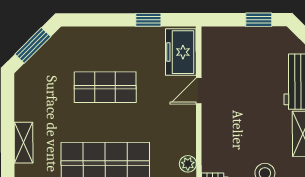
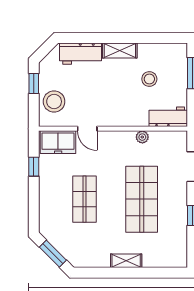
stool: (235, 47) -> (54, 102), added

